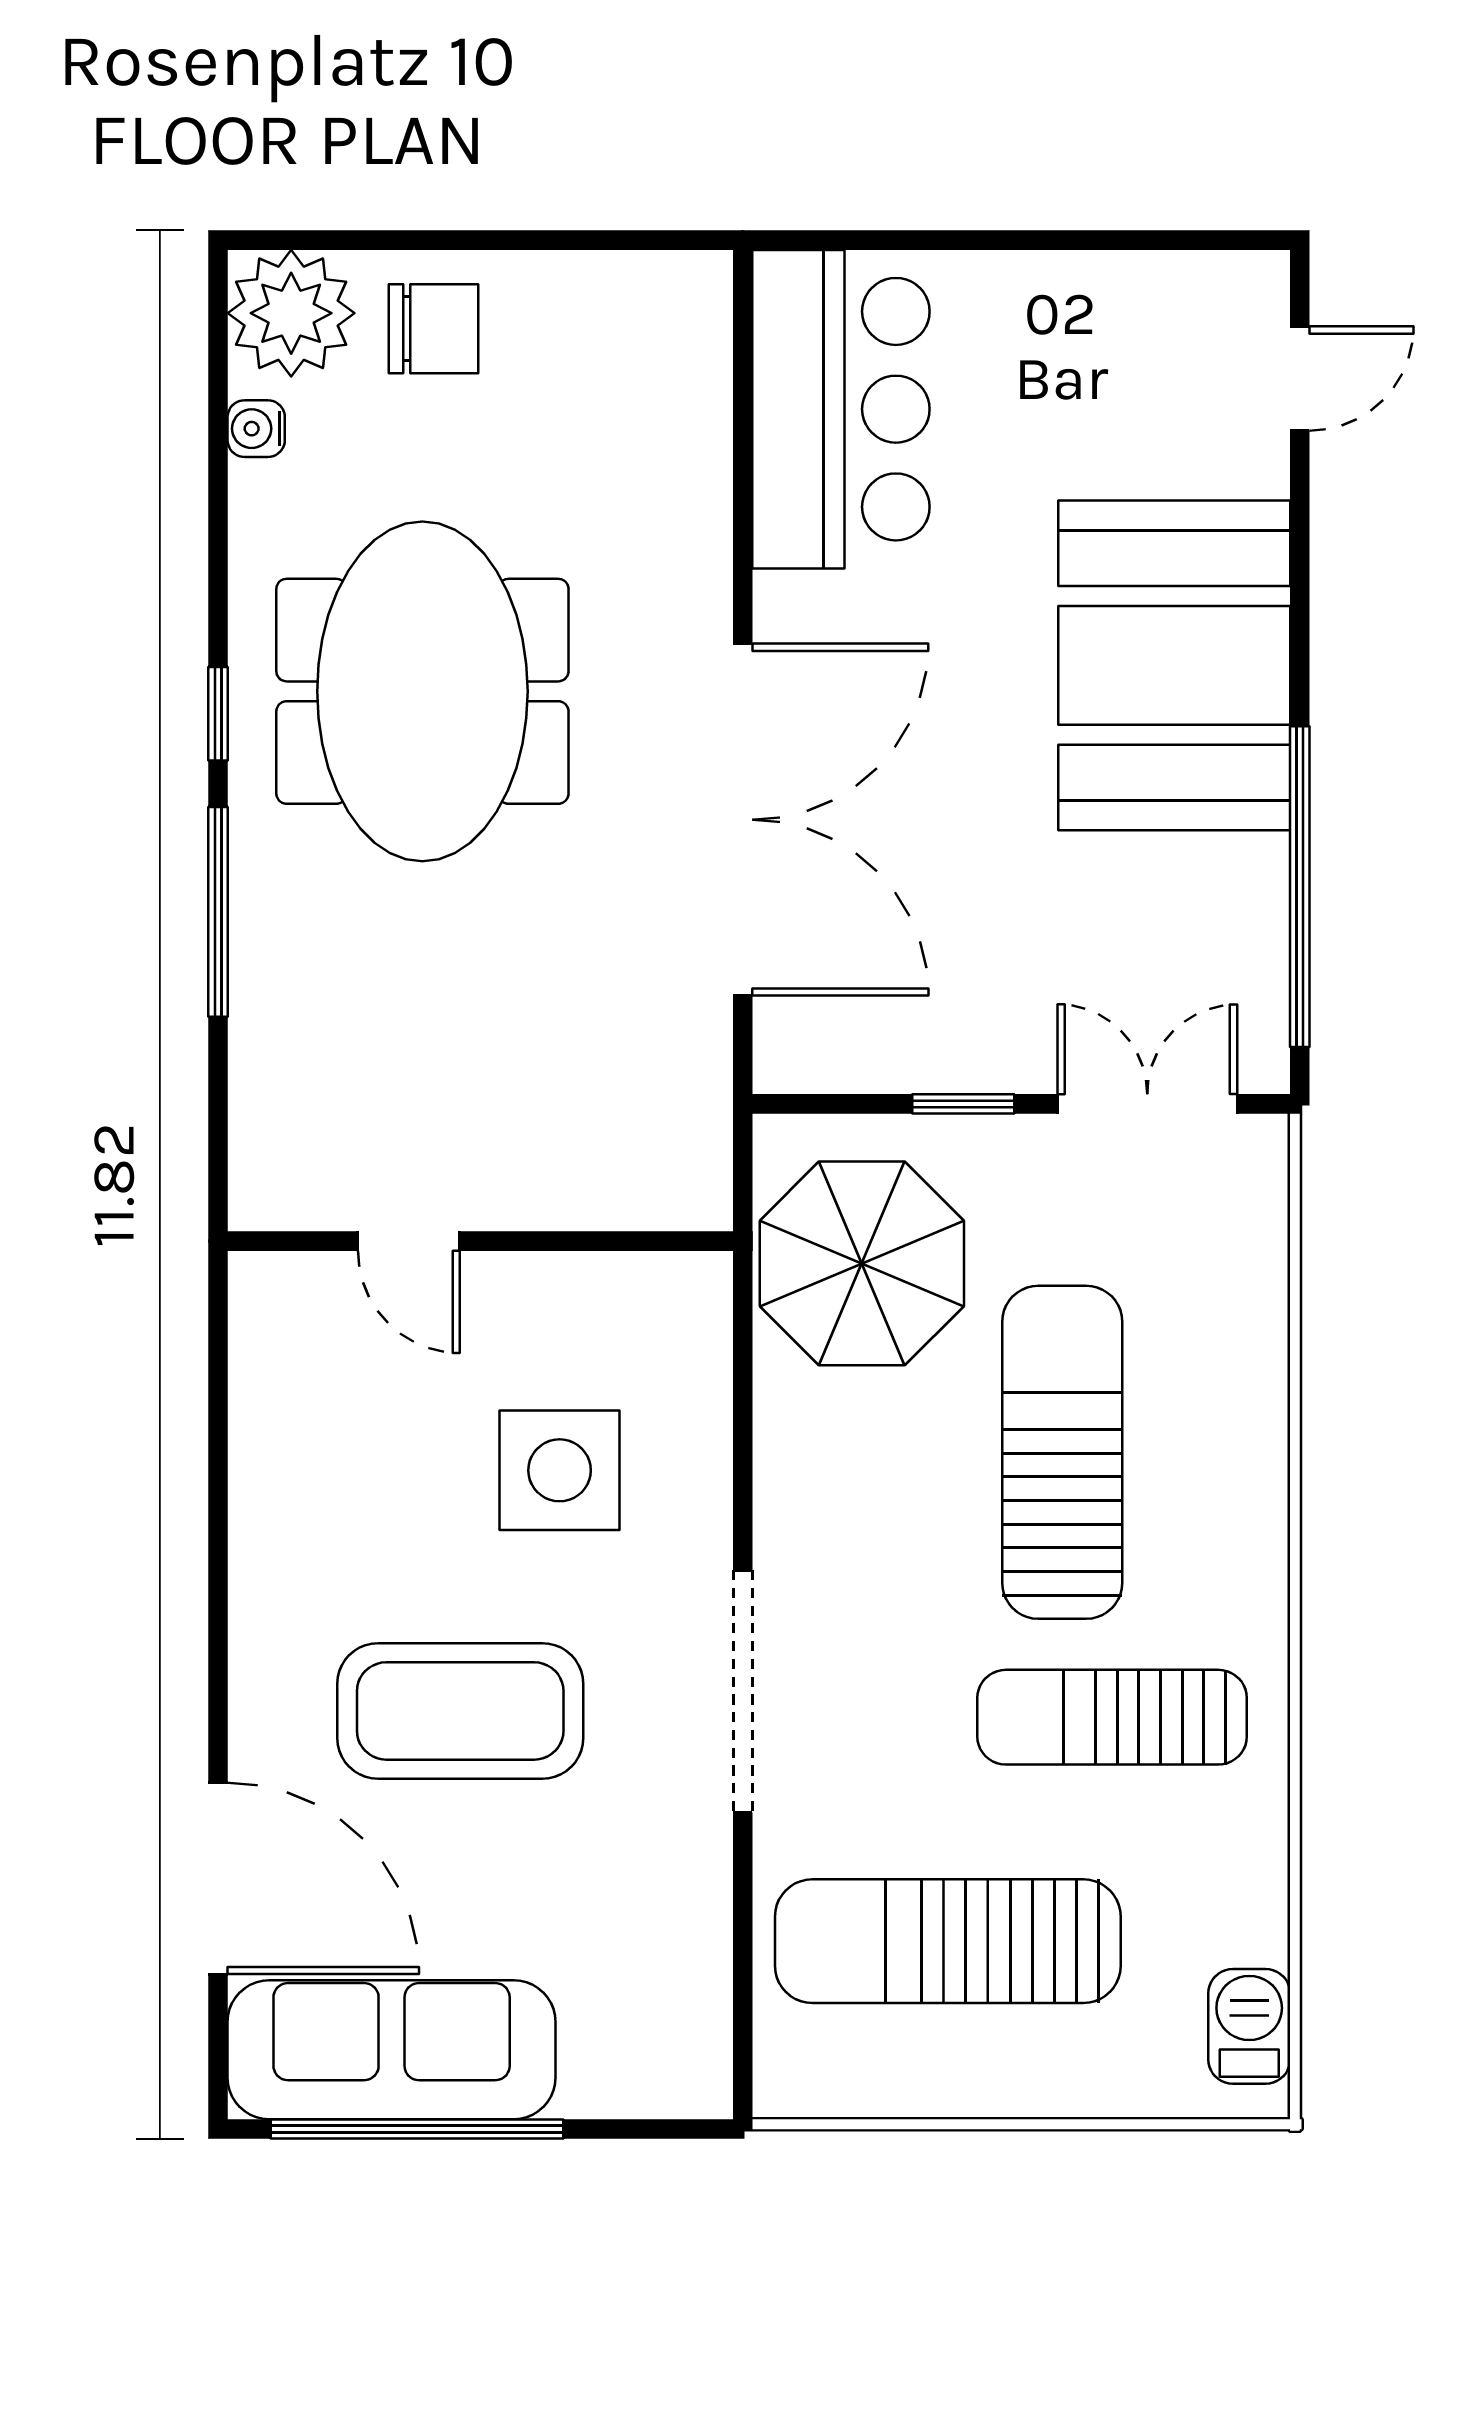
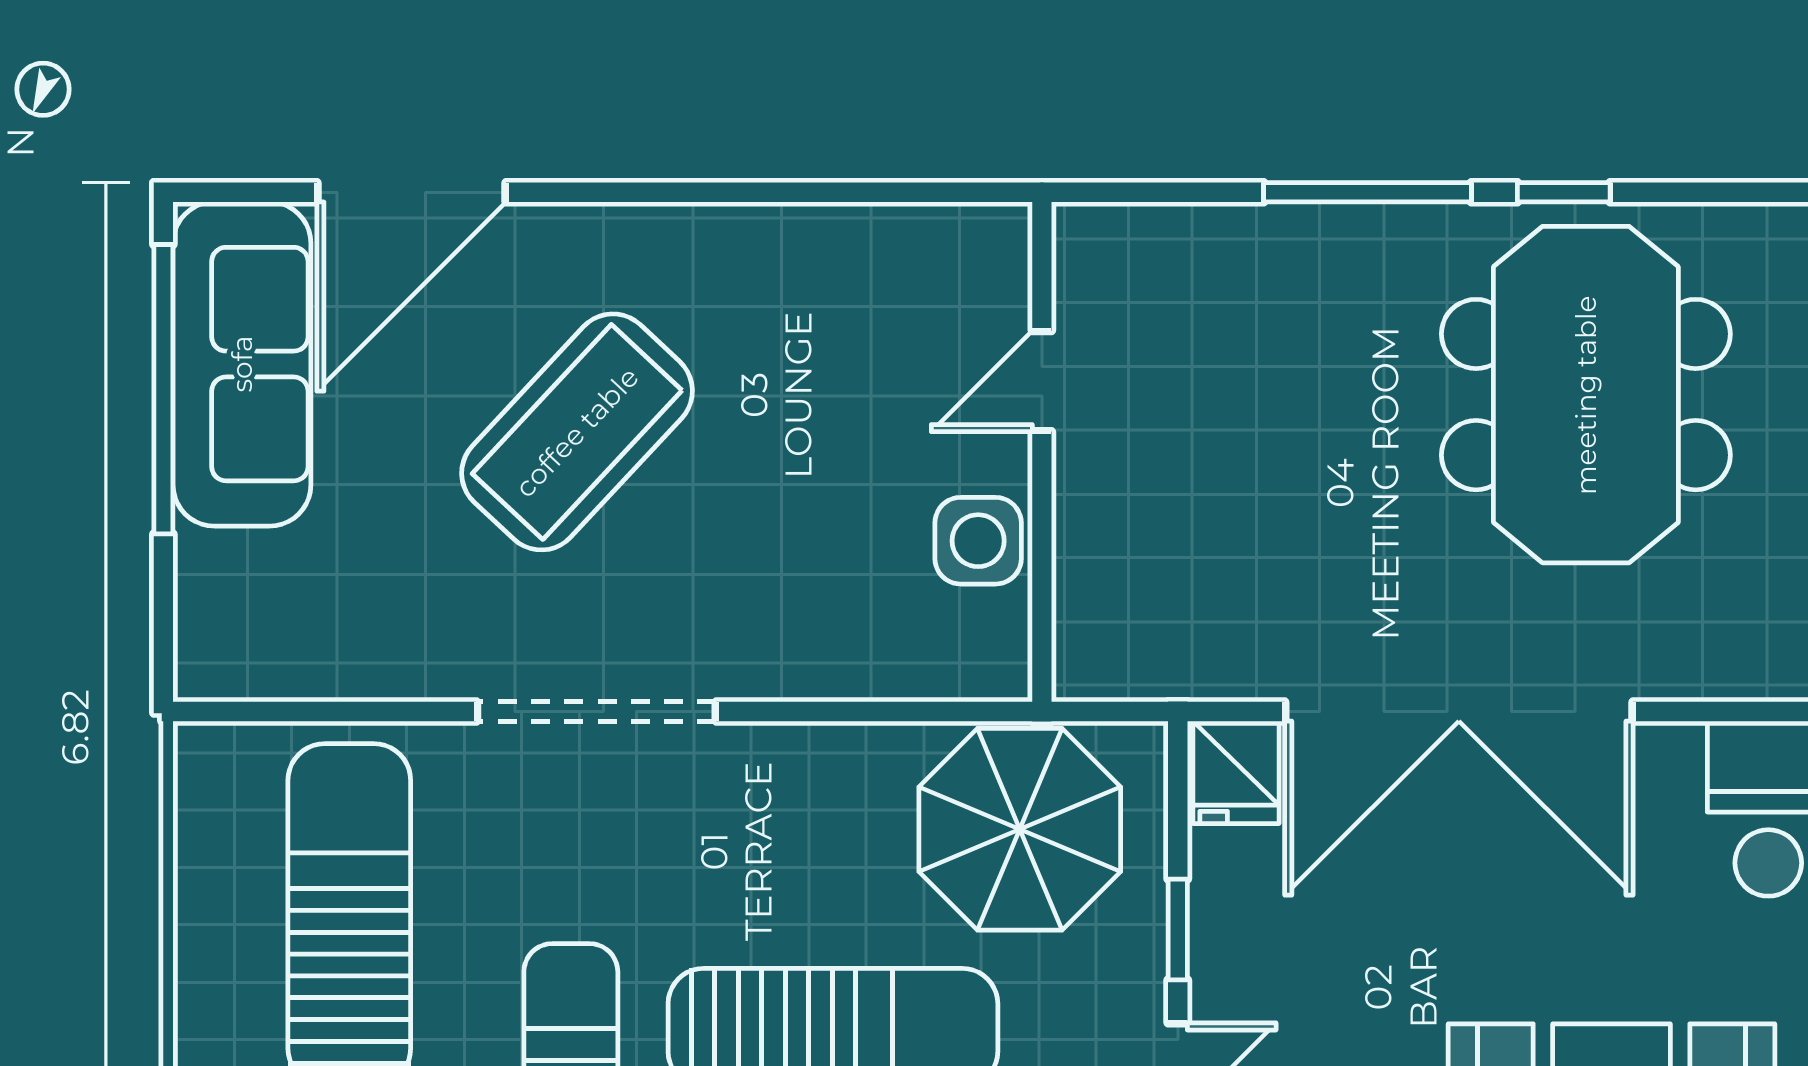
meeting table: (422, 691) -> (1586, 395), turned 90
fridge: (804, 1045) -> (1236, 772), added
side table: (560, 1470) -> (978, 541), moved, width x0.73, depth x0.73
coffee table: (460, 1711) -> (577, 432), turned 43

